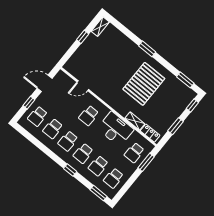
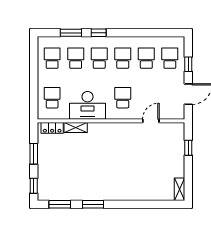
window: (83, 37) -> (188, 148), moved
window: (147, 49) -> (93, 204), moved
pallet: (144, 84) -> (95, 169), removed
window: (146, 162) -> (34, 98), removed
window: (98, 193) -> (71, 33), moved

